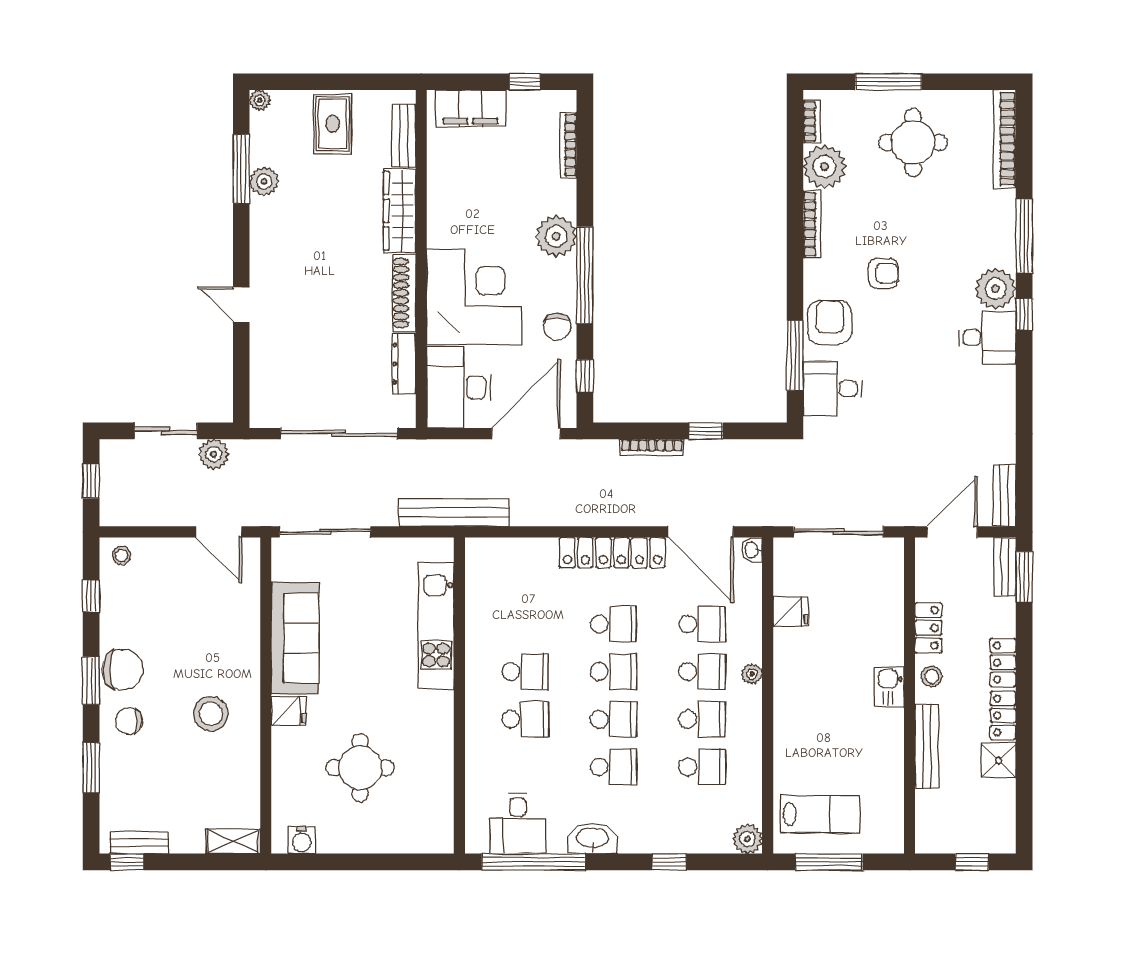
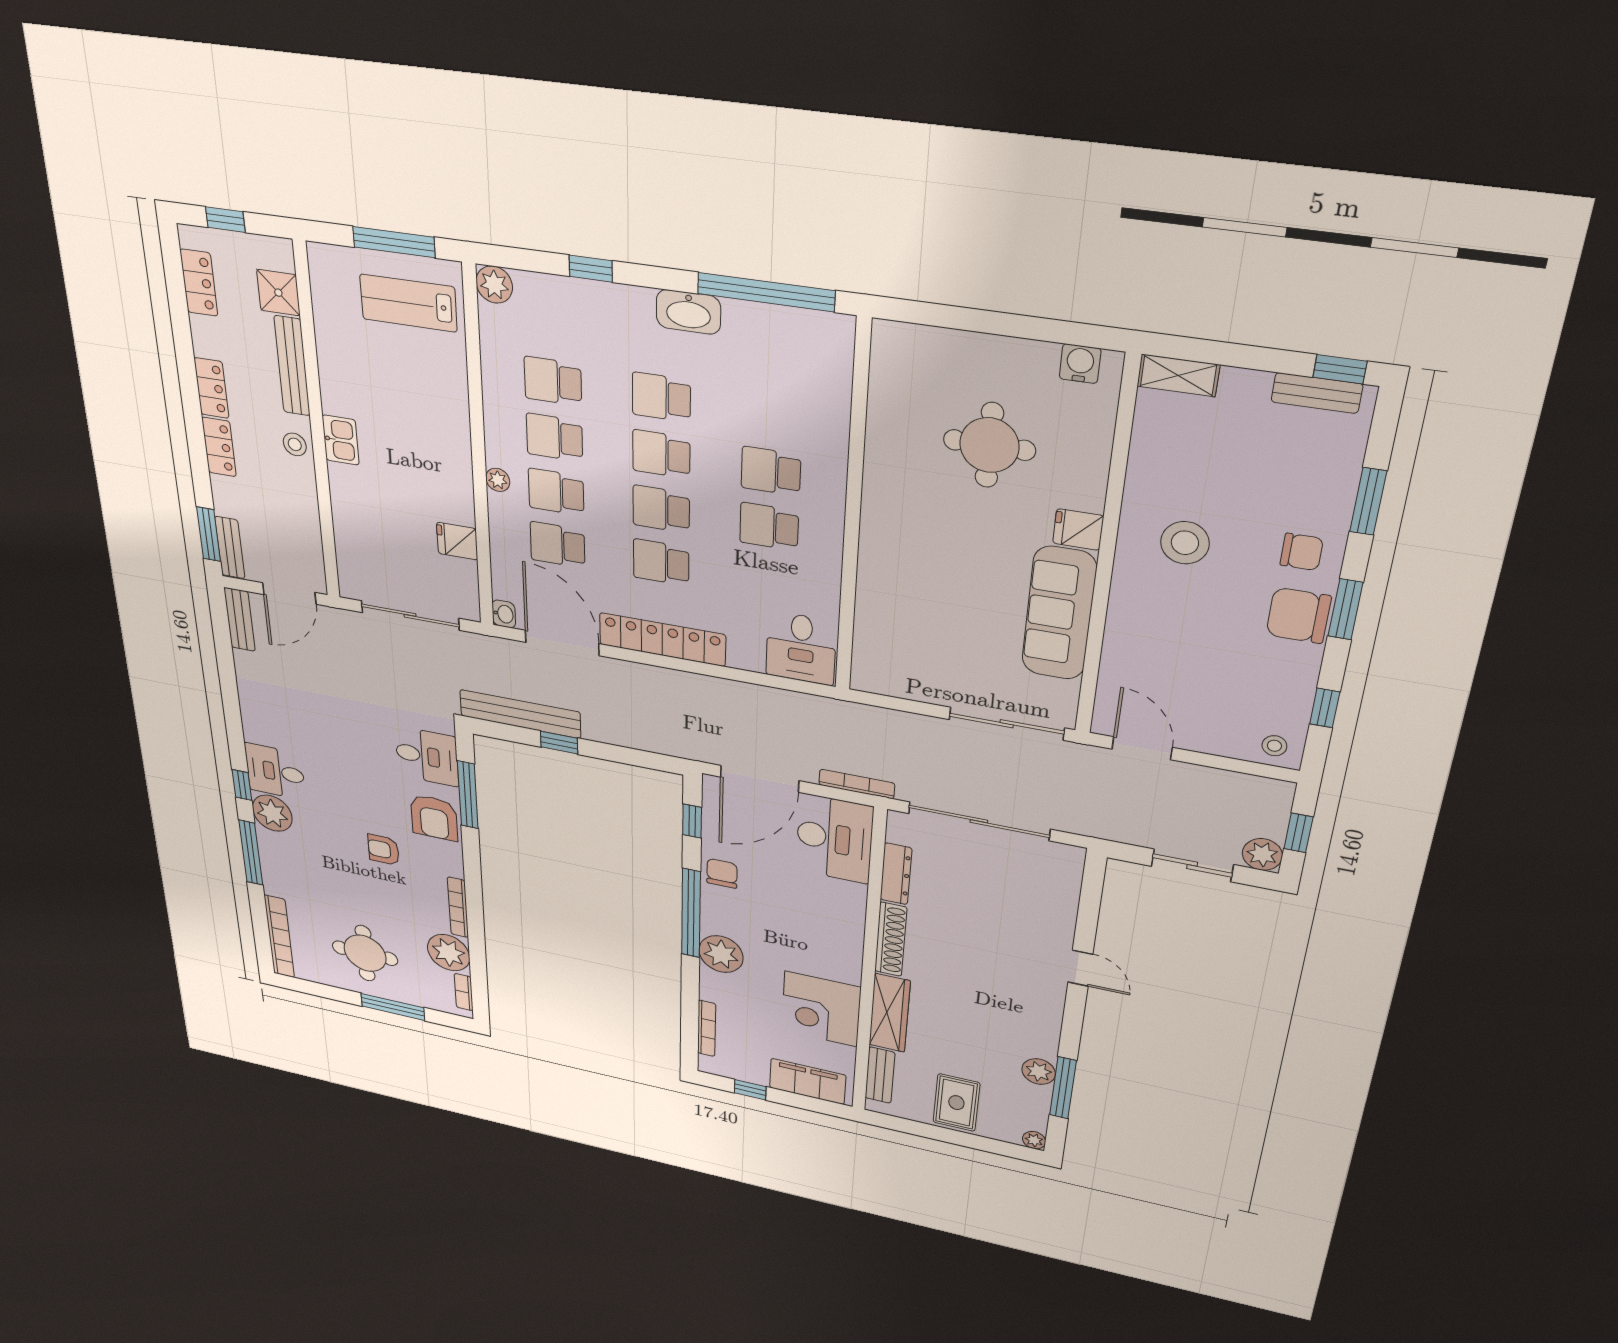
corner desk: (474, 297) -> (821, 1009), moved, width x0.74, depth x0.74
bookcase: (652, 447) -> (857, 784), moved
plant: (214, 454) -> (1262, 854), moved
bench: (454, 513) -> (520, 714), moved
kitchen unit: (436, 626) -> (877, 597), removed
locker: (928, 628) -> (199, 283), moved, turned 180
shower: (999, 760) -> (278, 293), moved
desk: (518, 823) -> (801, 648), moved, turned 180

